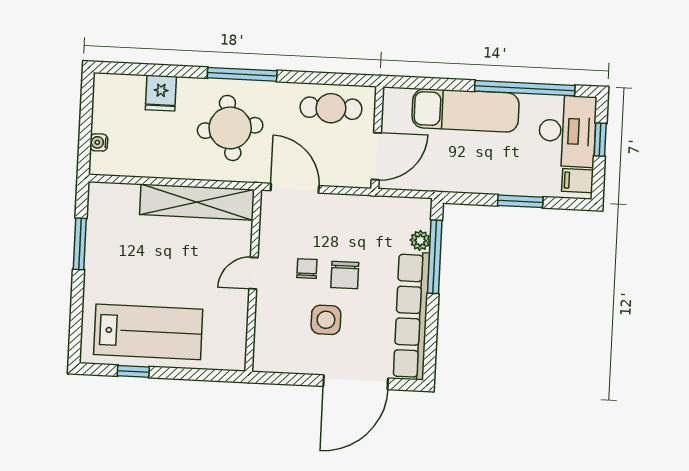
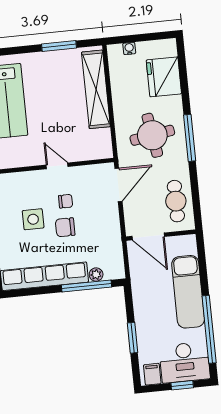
fridge: (161, 93) -> (164, 77), width x1.88, depth x1.34
shelving: (197, 202) -> (96, 89), moved

